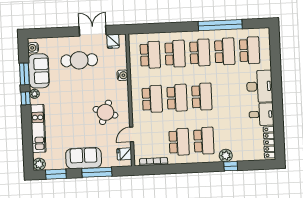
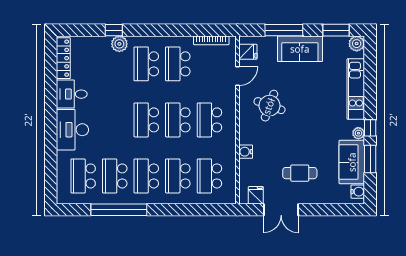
cafe table: (79, 60) -> (300, 173), width x0.73, depth x0.74

